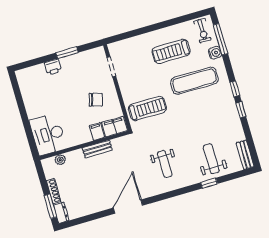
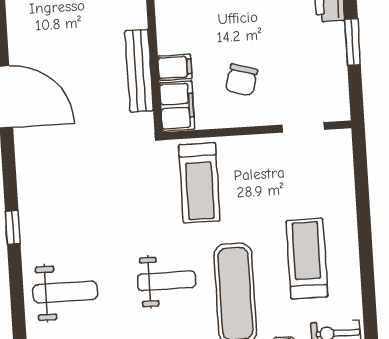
bench: (97, 149) -> (139, 71), width x1.36
weight bench: (165, 164) -> (167, 281), moved, turned 180
window: (209, 183) -> (13, 227), moved

